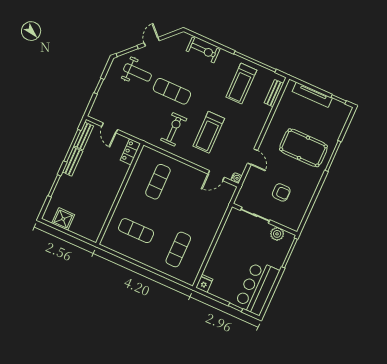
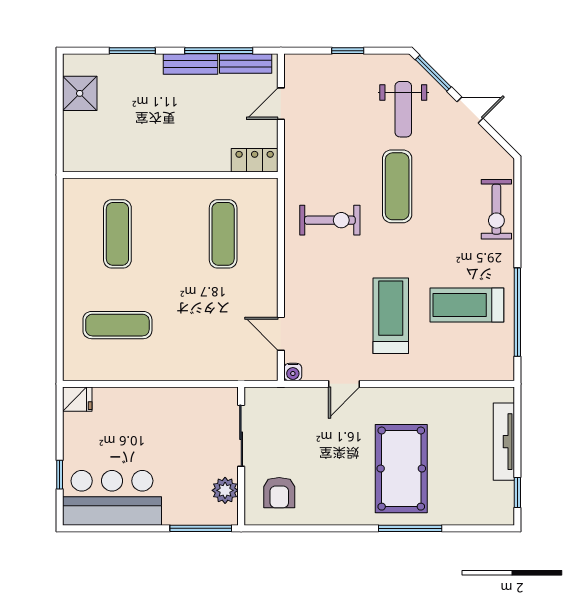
bench: (274, 93) -> (476, 371), removed
treadmill: (209, 132) -> (391, 316), moved, turned 90
exercise mat: (158, 182) -> (223, 234), turned 90
armchair: (281, 192) -> (279, 493), moved

